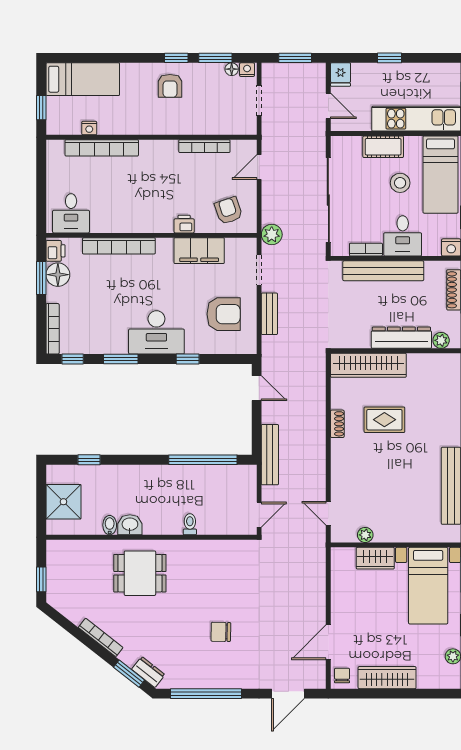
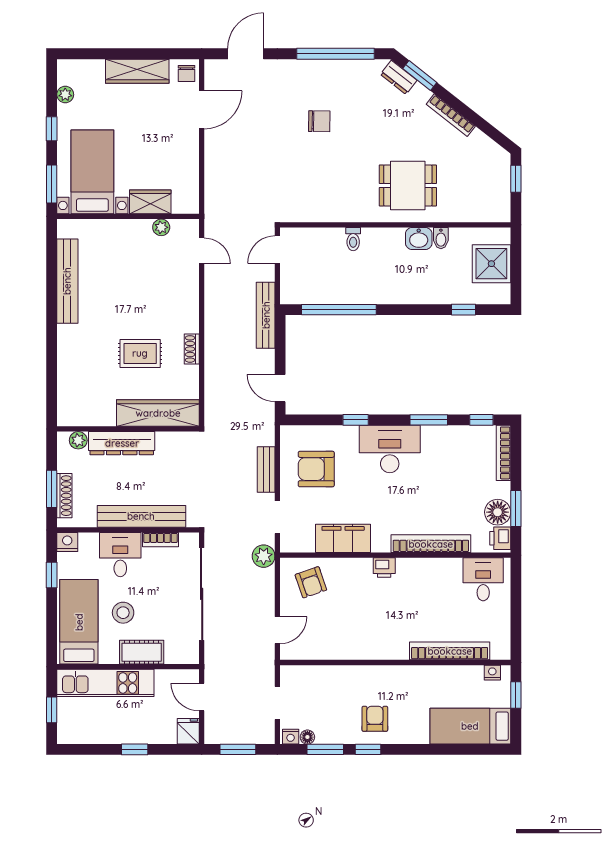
nightstand: (89, 128) -> (492, 673), moved
bookcase: (204, 146) -> (337, 653), removed
printer: (184, 224) -> (384, 568), moved

